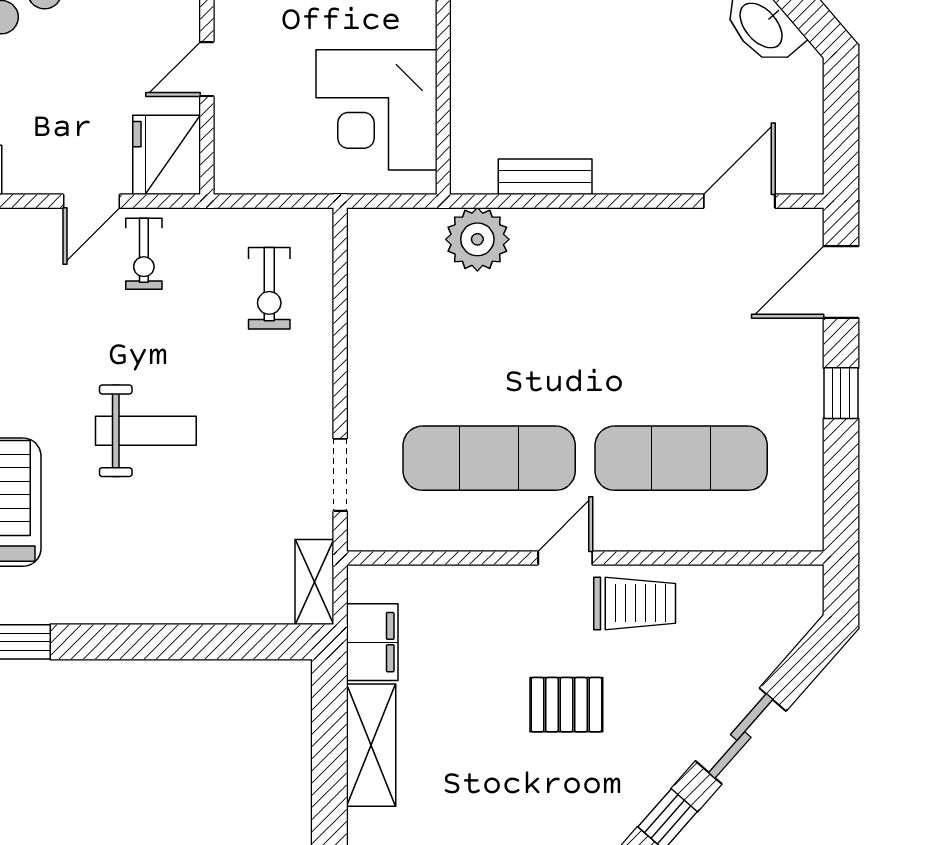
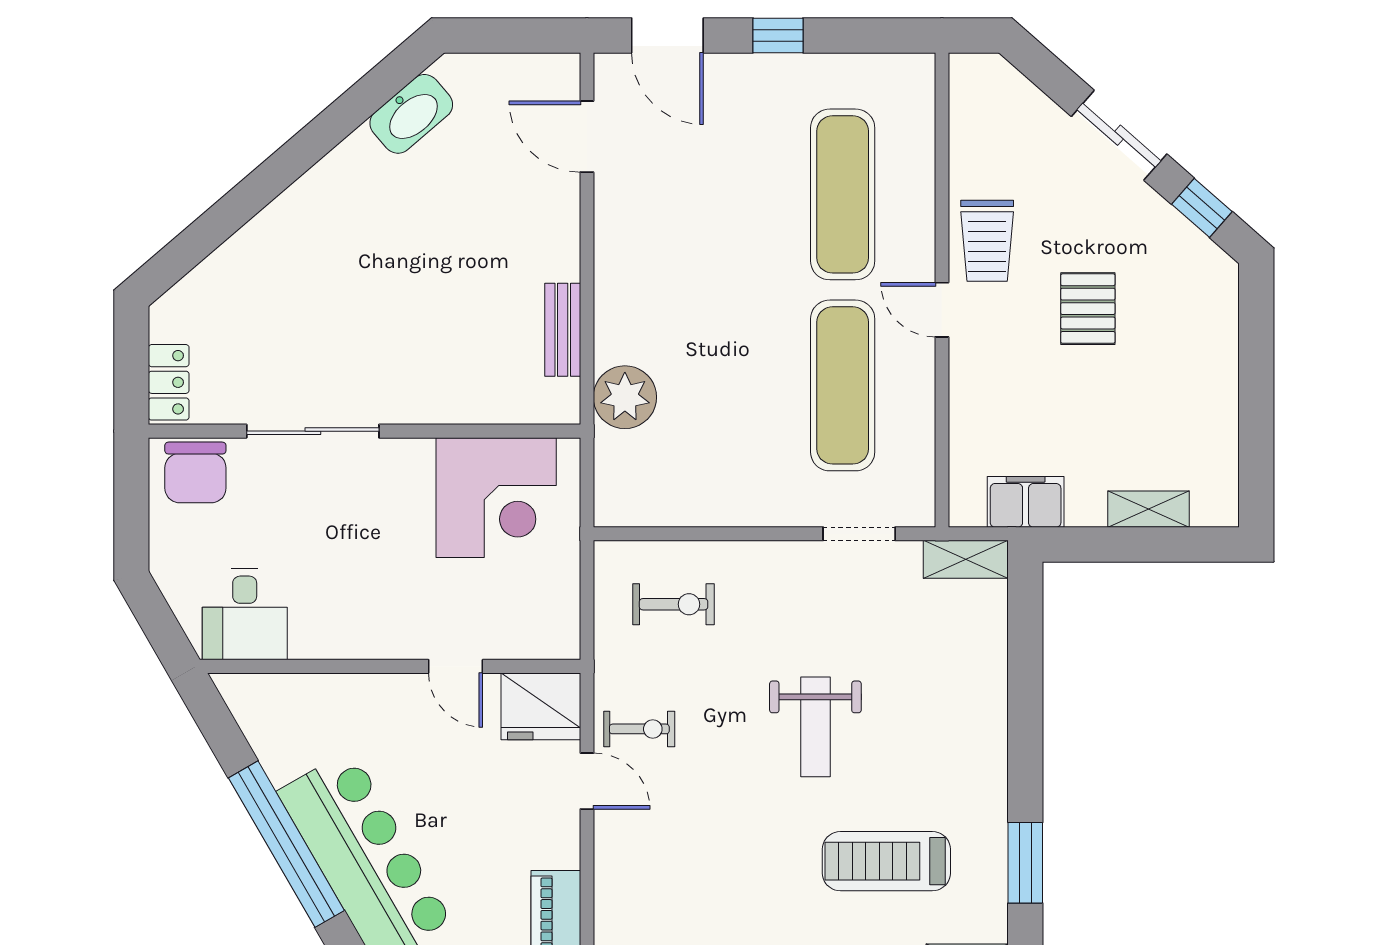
weight bench: (146, 431) -> (815, 727), turned 180
trolley: (635, 603) -> (987, 241), turned 180
shelving: (371, 745) -> (1148, 509), width x0.67, depth x0.75

